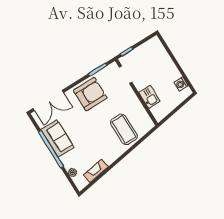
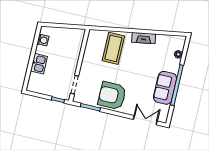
kitchen sink: (149, 97) -> (39, 64), moved, turned 180
double door: (48, 100) -> (145, 120), width x0.73
fireplace: (96, 171) -> (144, 38), moved

